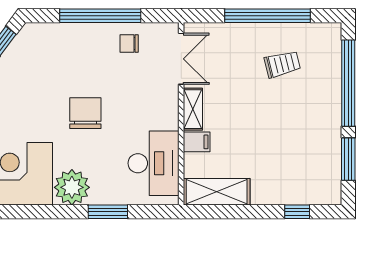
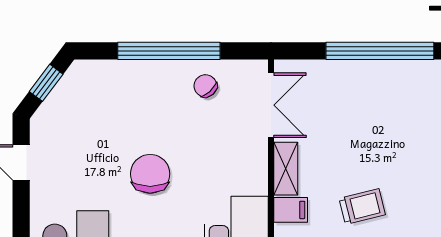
chair: (129, 43) -> (205, 86), turned 48
trolley: (282, 64) -> (362, 207), moved

